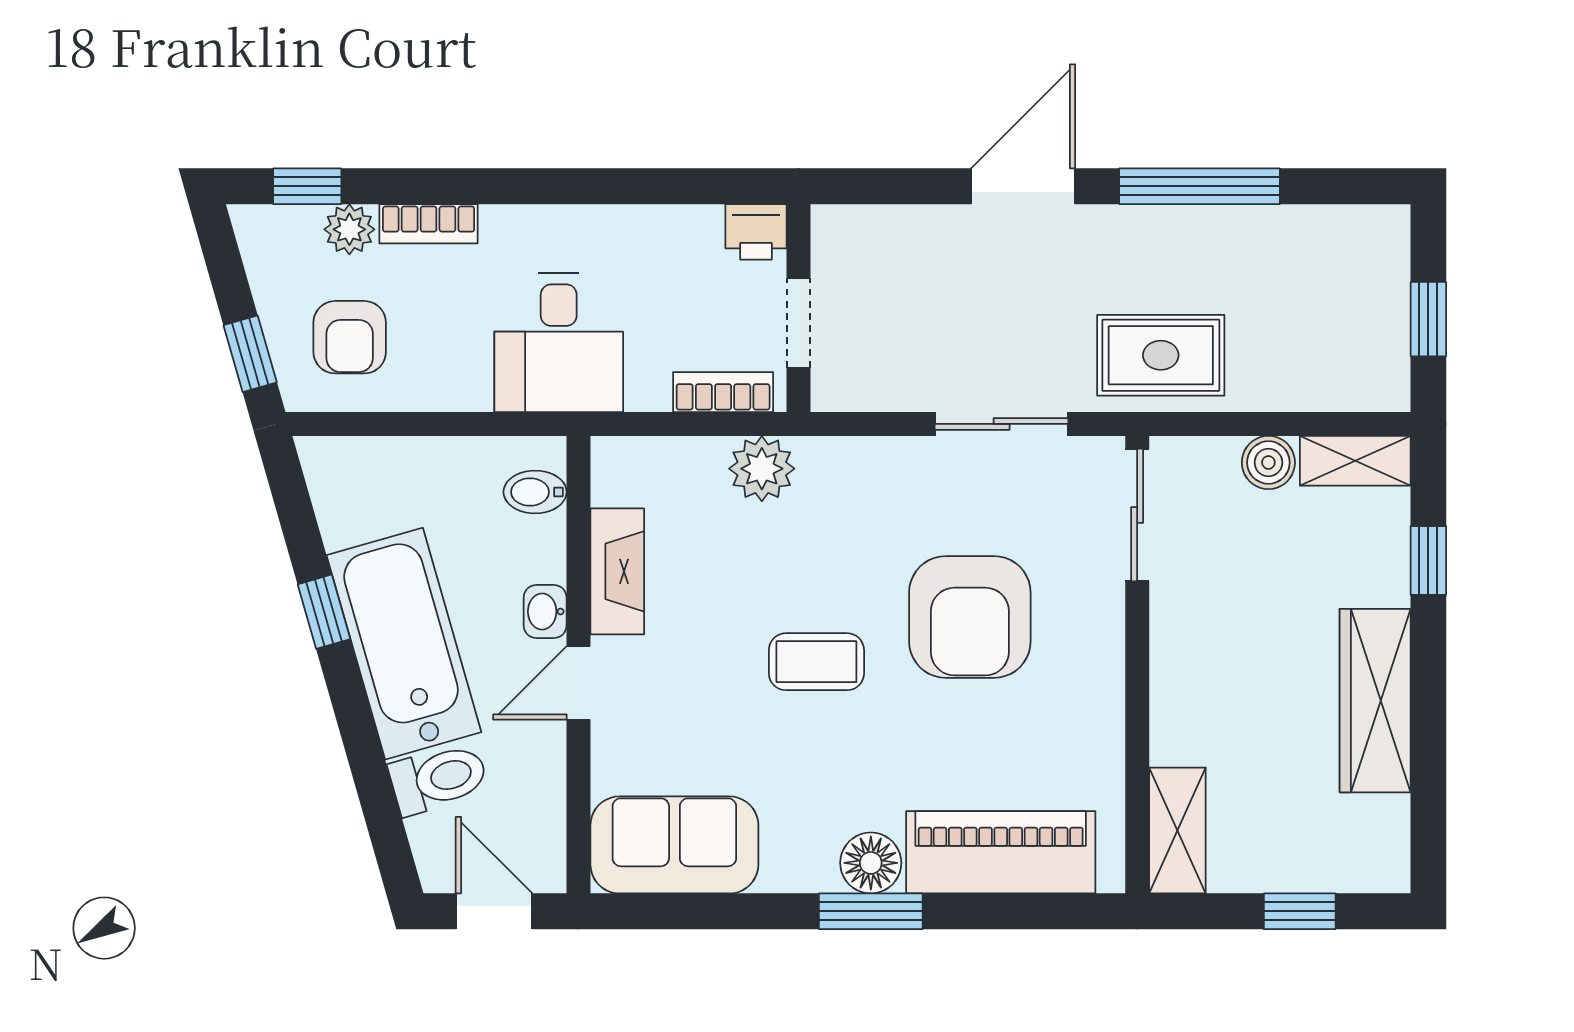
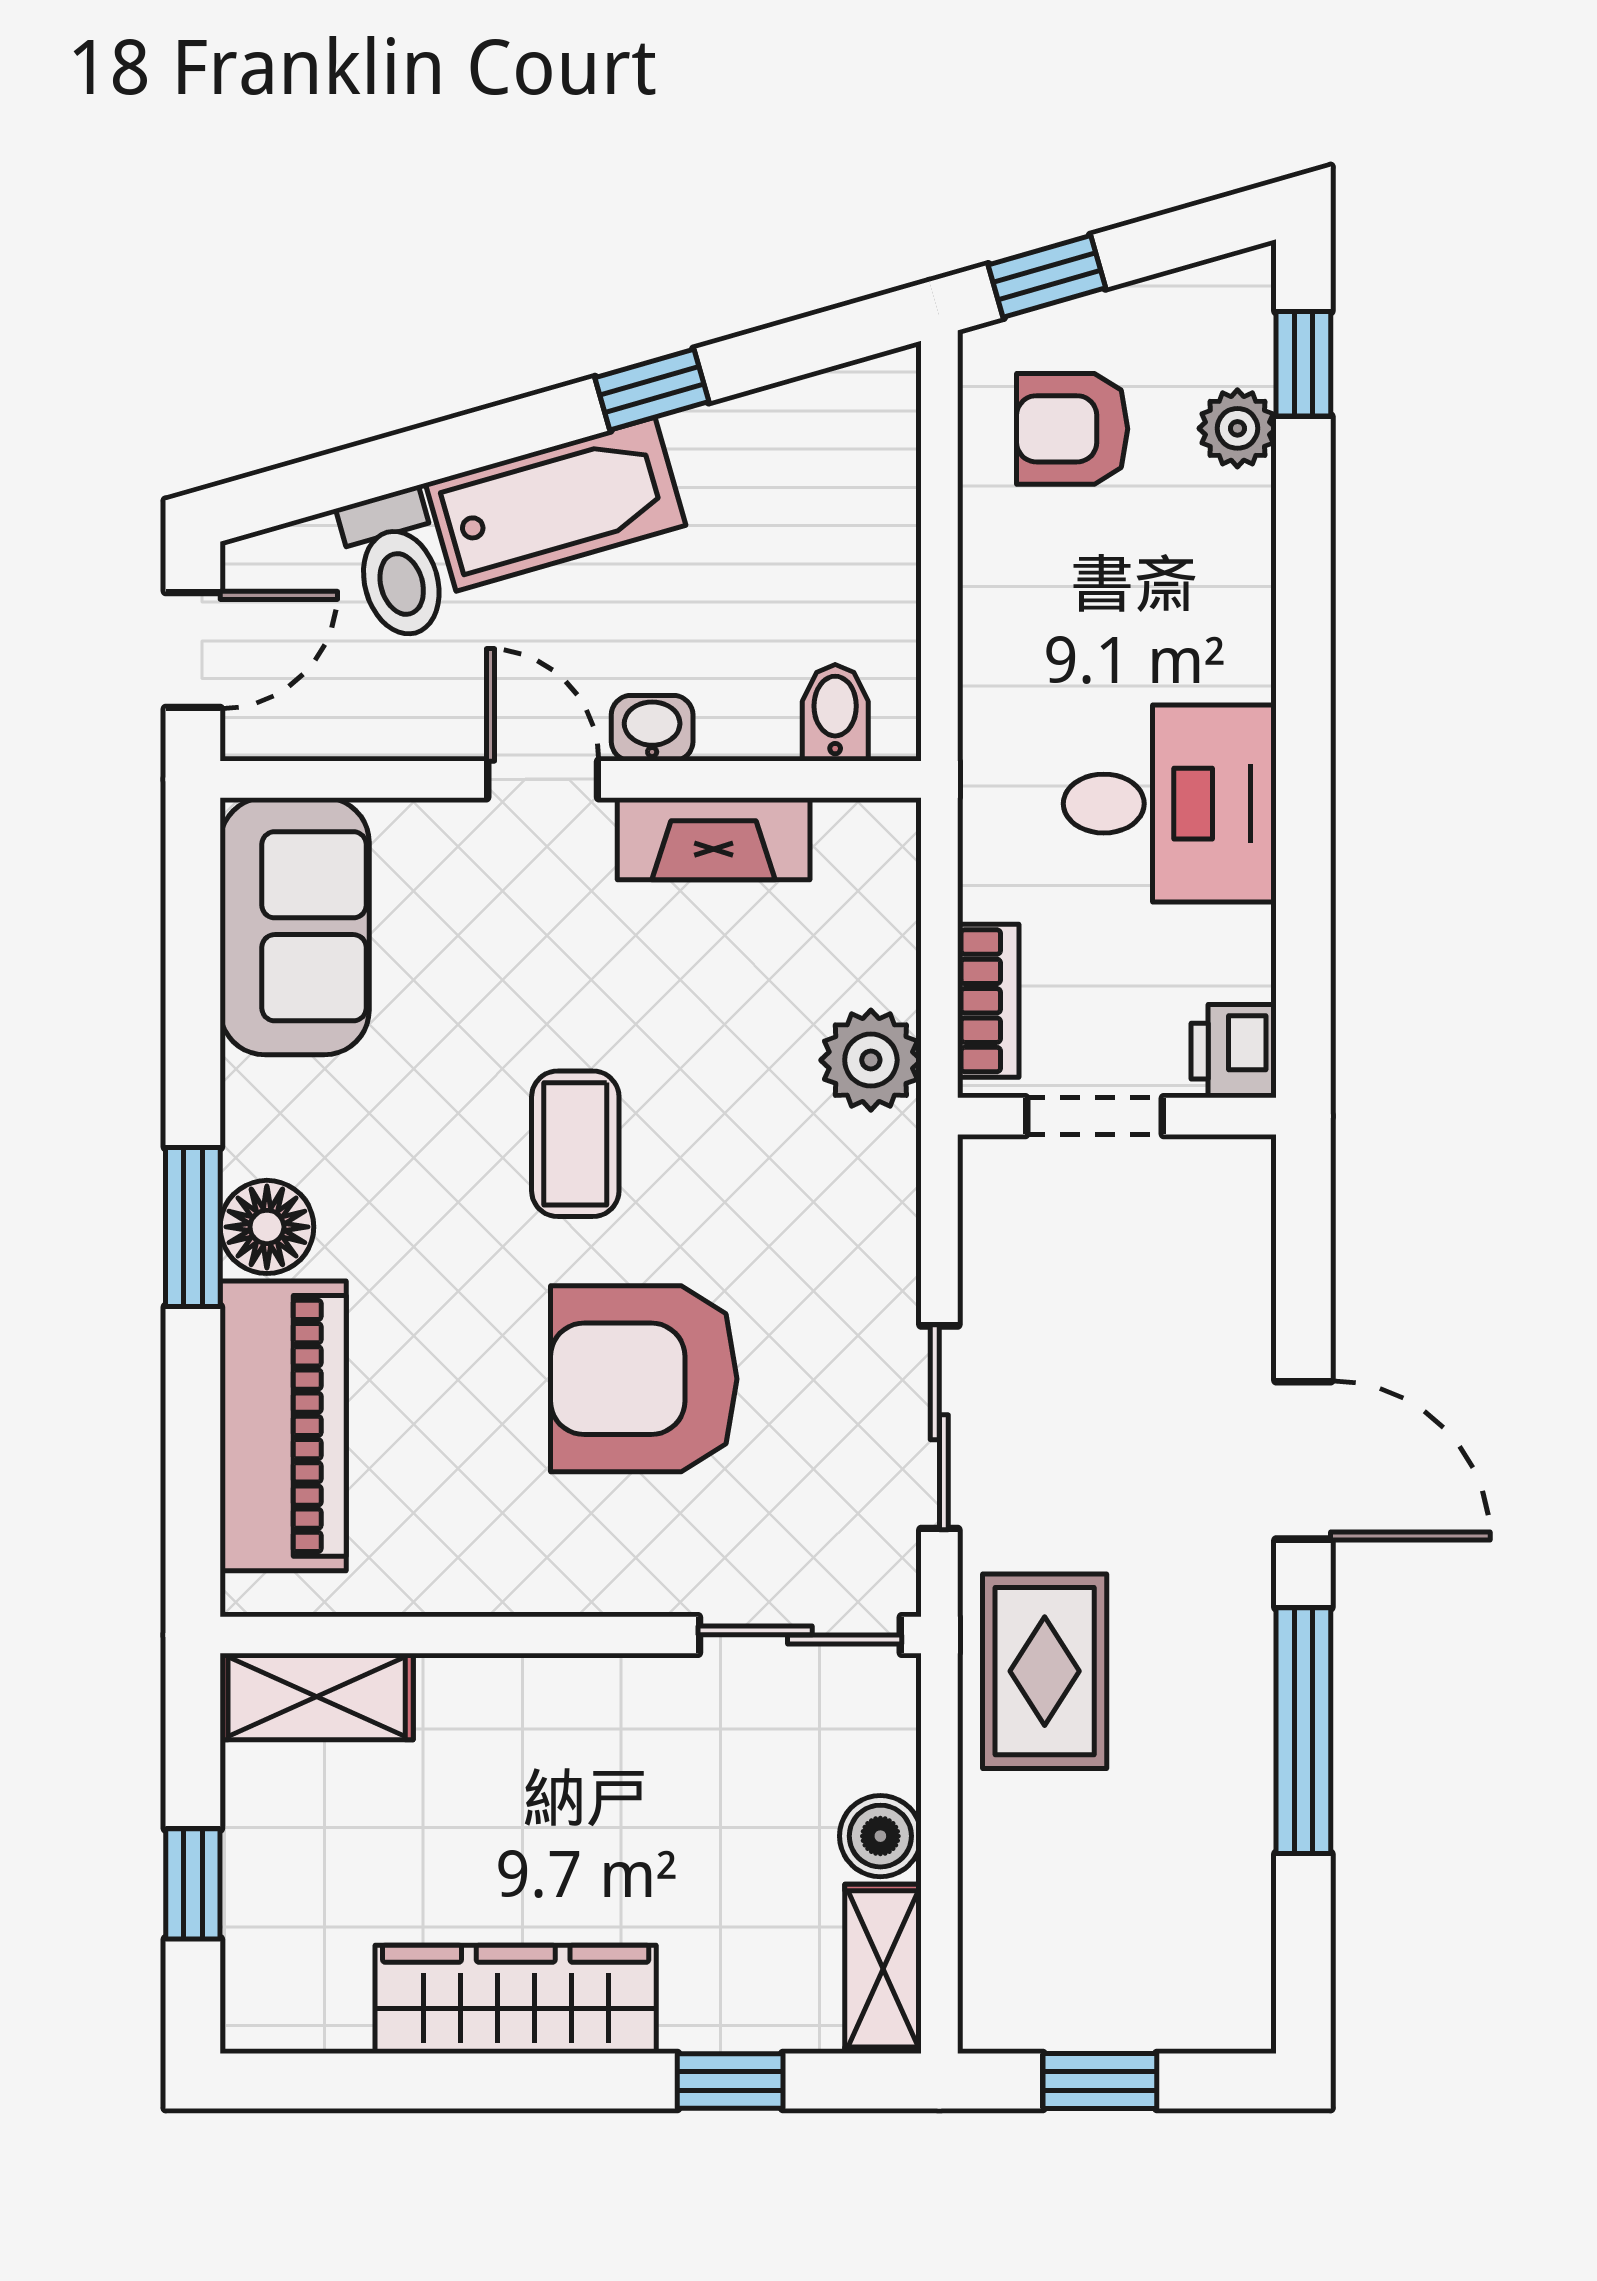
bookcase: (429, 224) -> (1246, 550), removed
desk: (559, 343) -> (1170, 804), moved, turned 180
bathtub: (404, 644) -> (555, 504), width x0.73, depth x0.73

